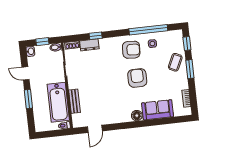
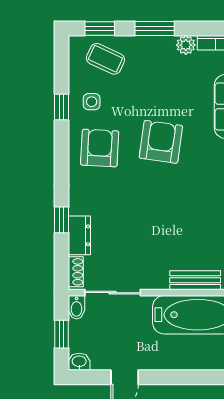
window: (148, 30) -> (62, 107), width x0.32
coffee table: (175, 62) -> (105, 59), moved
armchair: (137, 78) -> (161, 142), turned 98
plant: (184, 85) -> (186, 45), added
window: (28, 99) -> (180, 377), removed

